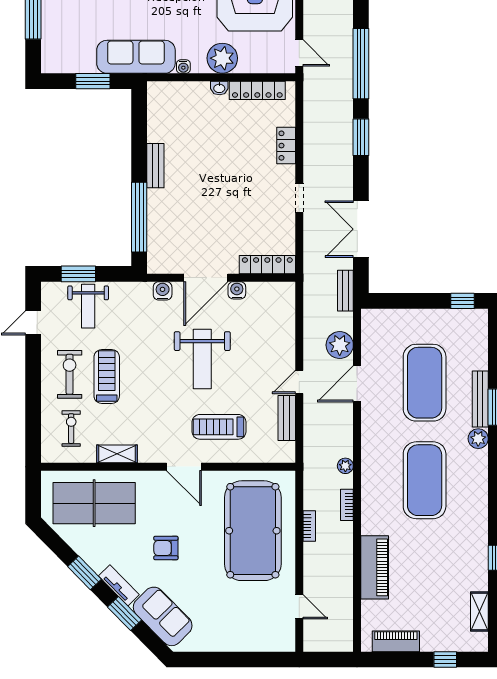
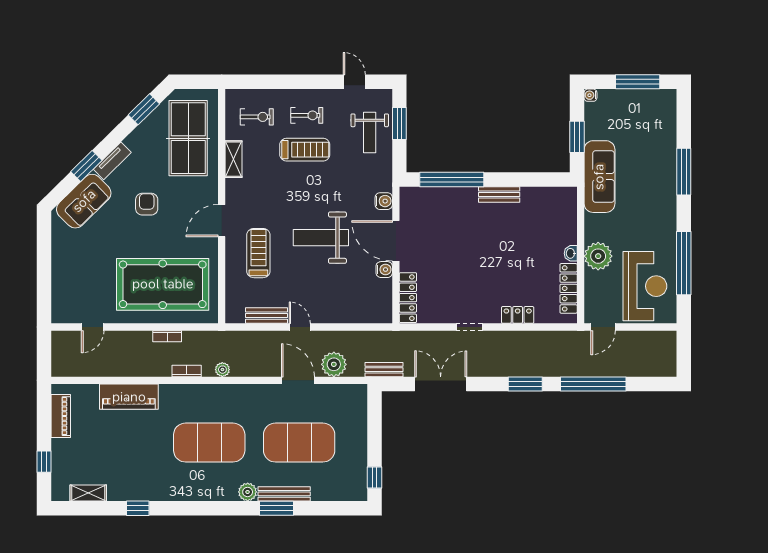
water cooler: (183, 67) -> (590, 95), moved
weight bench: (88, 306) -> (370, 132), turned -90
exercise bike: (70, 374) -> (307, 115), width x0.73, depth x0.72
window: (85, 573) -> (144, 109), moved

